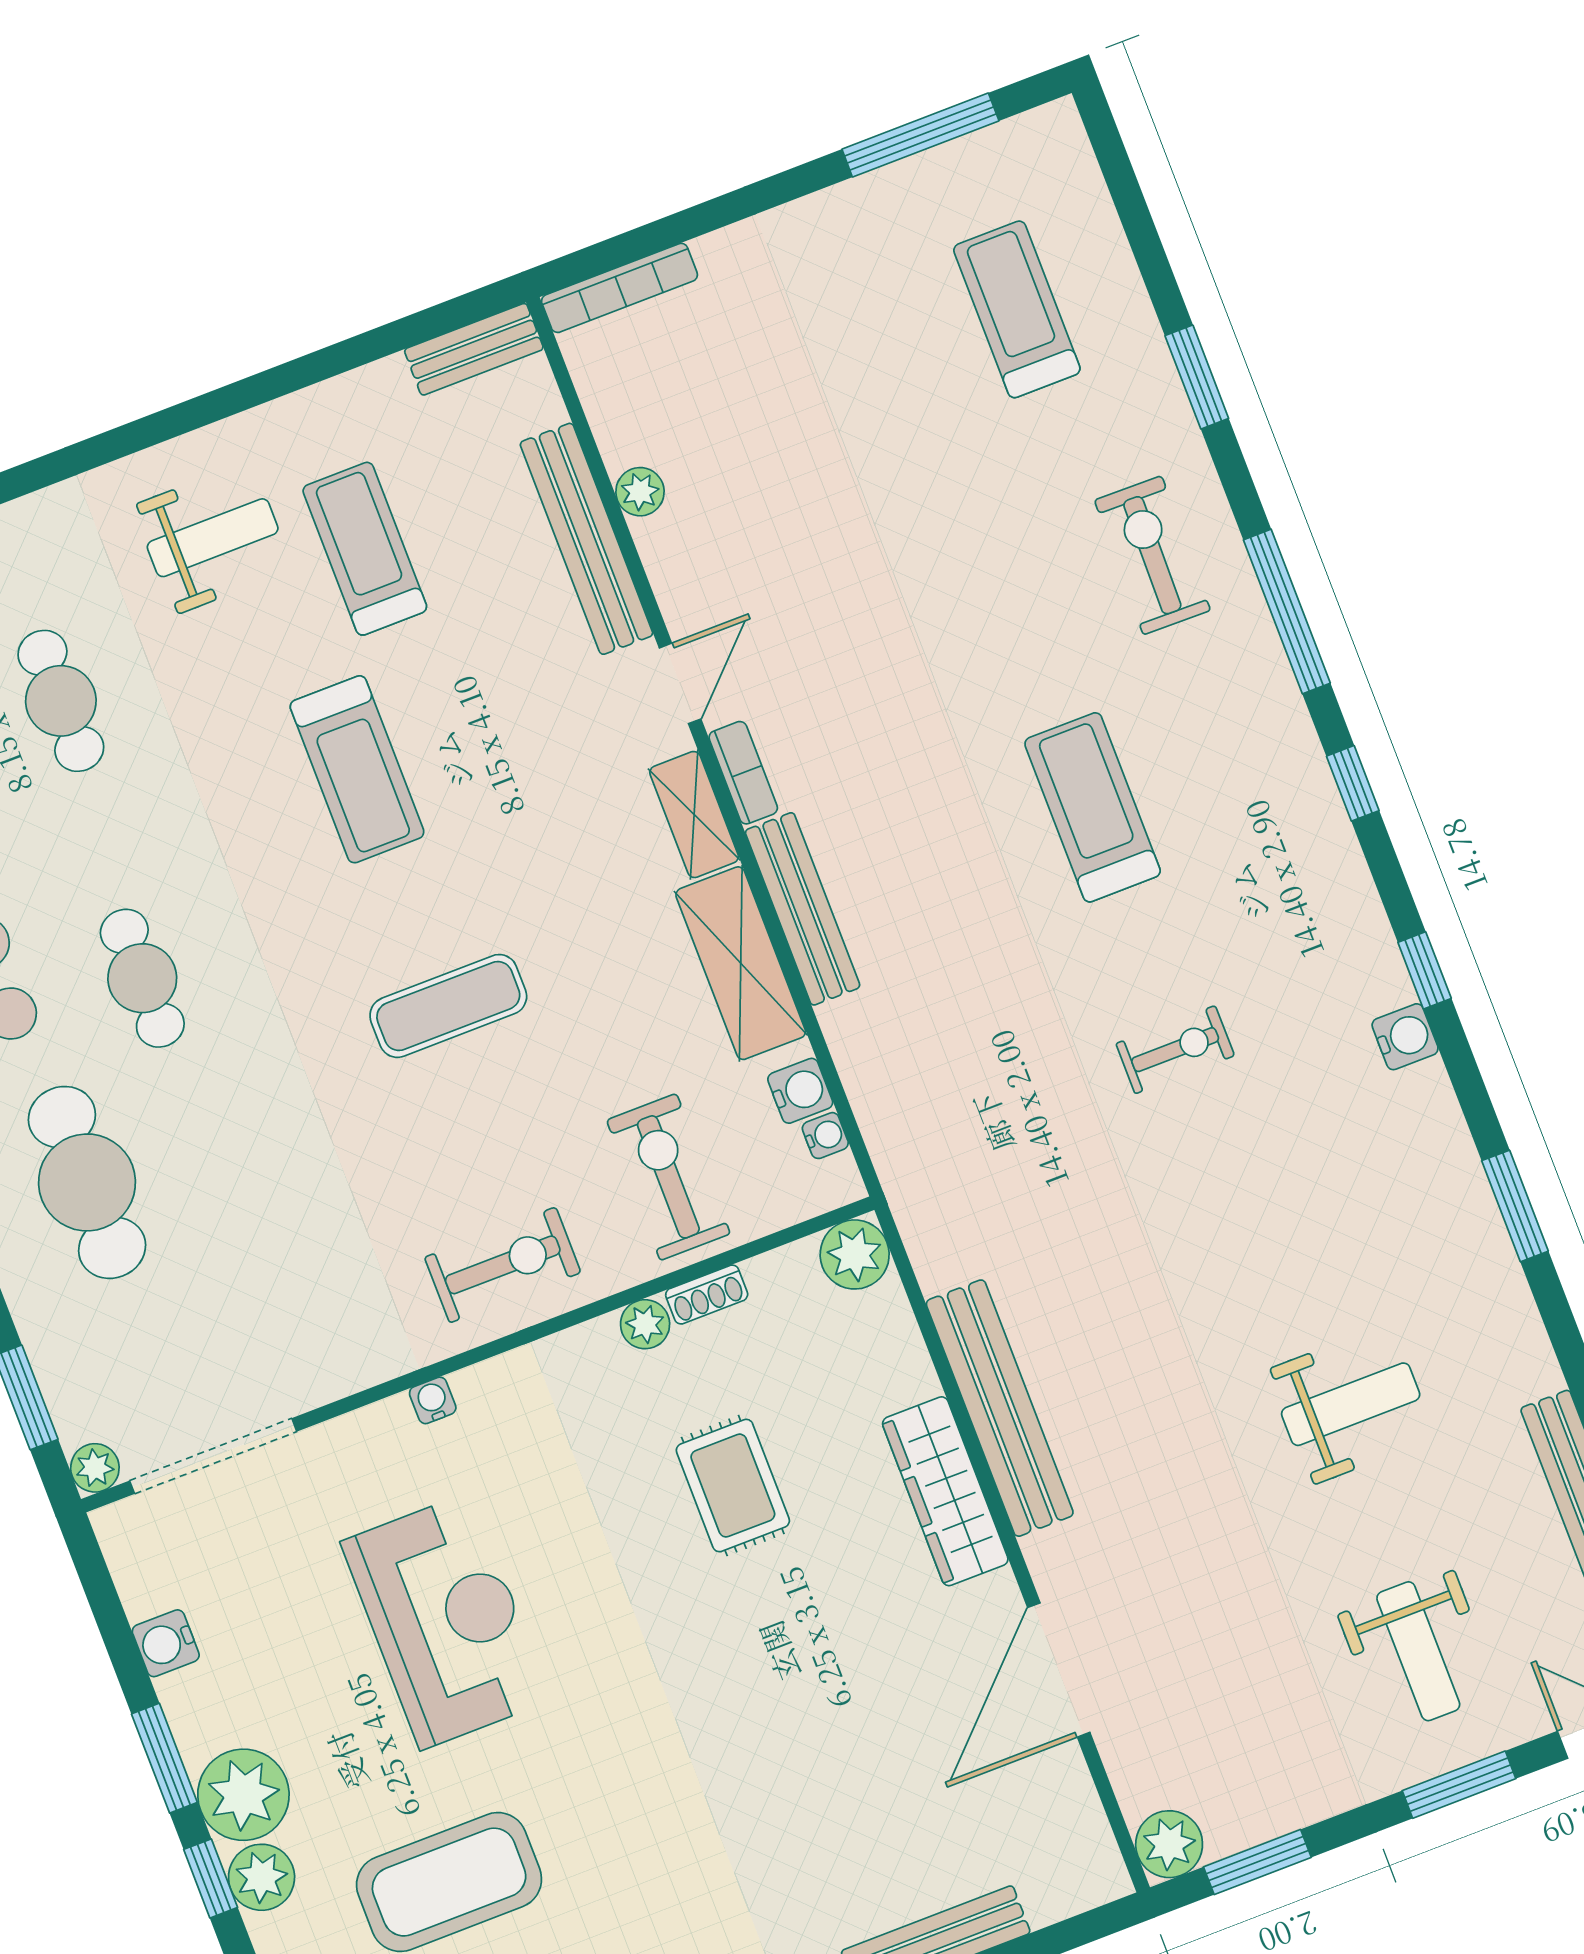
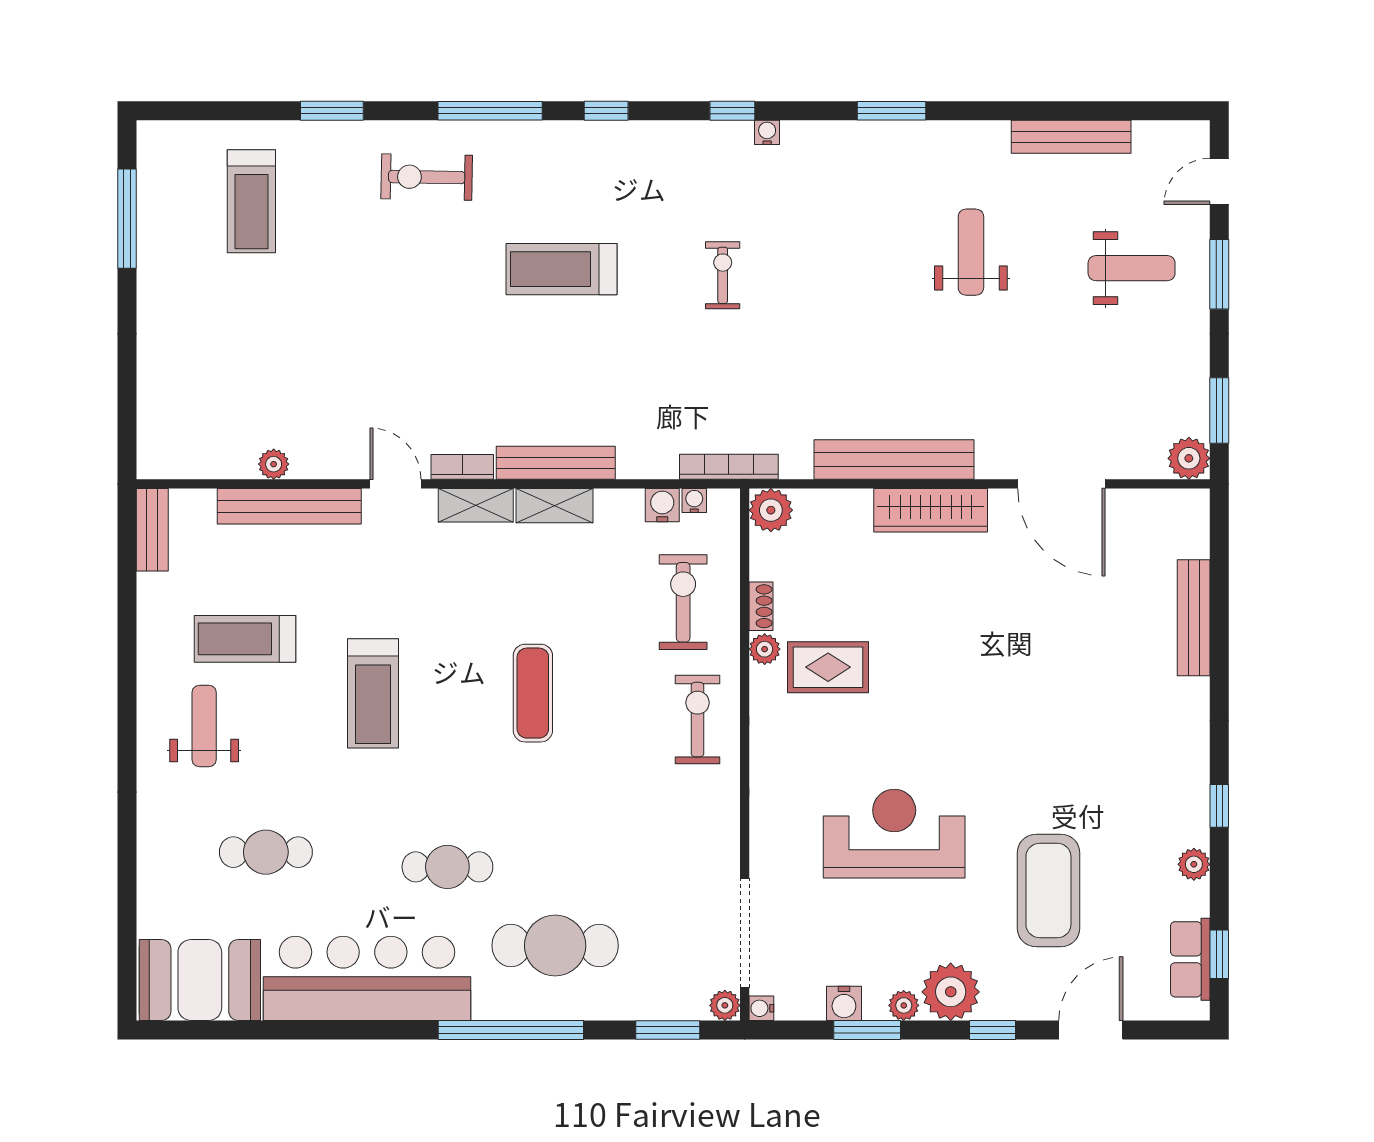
bookcase: (619, 288) -> (729, 467), moved, turned -90
treadmill: (1017, 309) -> (251, 201), turned -90
treadmill: (357, 769) -> (373, 693), turned 90
shelving: (741, 963) -> (555, 506), width x0.67, depth x0.75
water cooler: (1405, 1037) -> (767, 132), width x0.72, depth x0.72
exercise bike: (668, 1177) -> (683, 602), turned 90
water cooler: (433, 1400) -> (761, 1008), moved
rug: (733, 1486) -> (828, 667), moved
window: (164, 1758) -> (867, 1030), moved
plant: (262, 1877) -> (904, 1005), moved, width x0.73, depth x0.73

